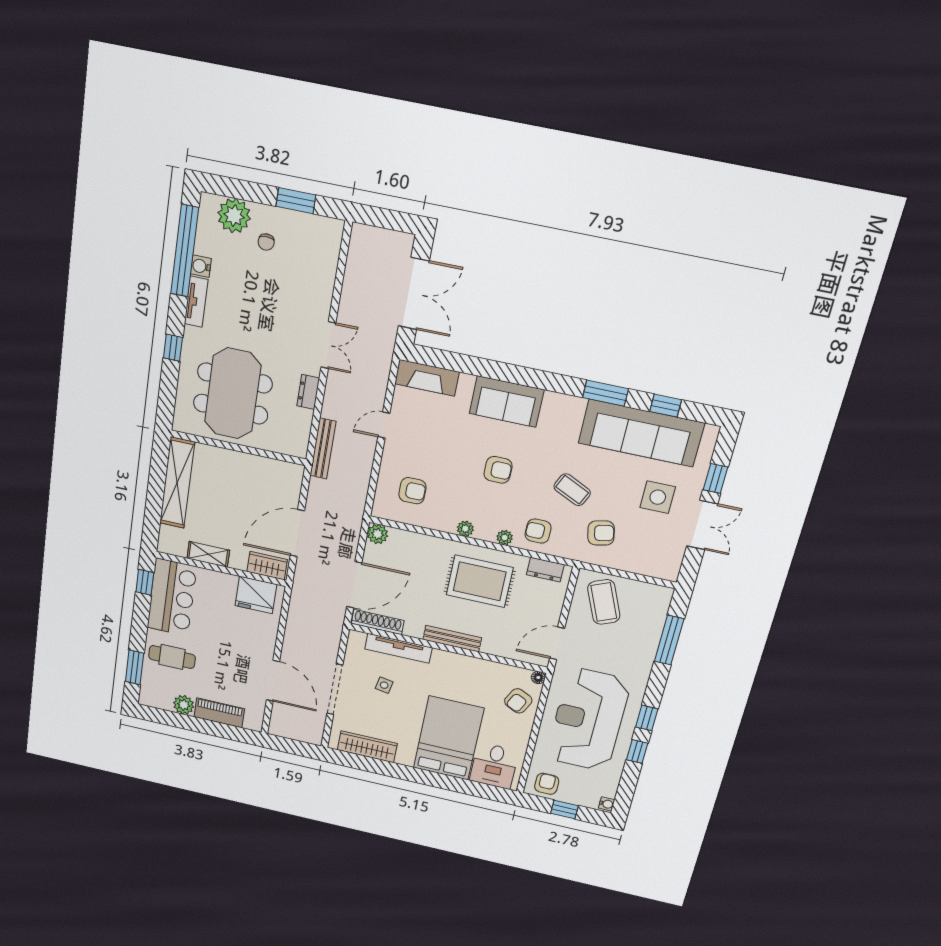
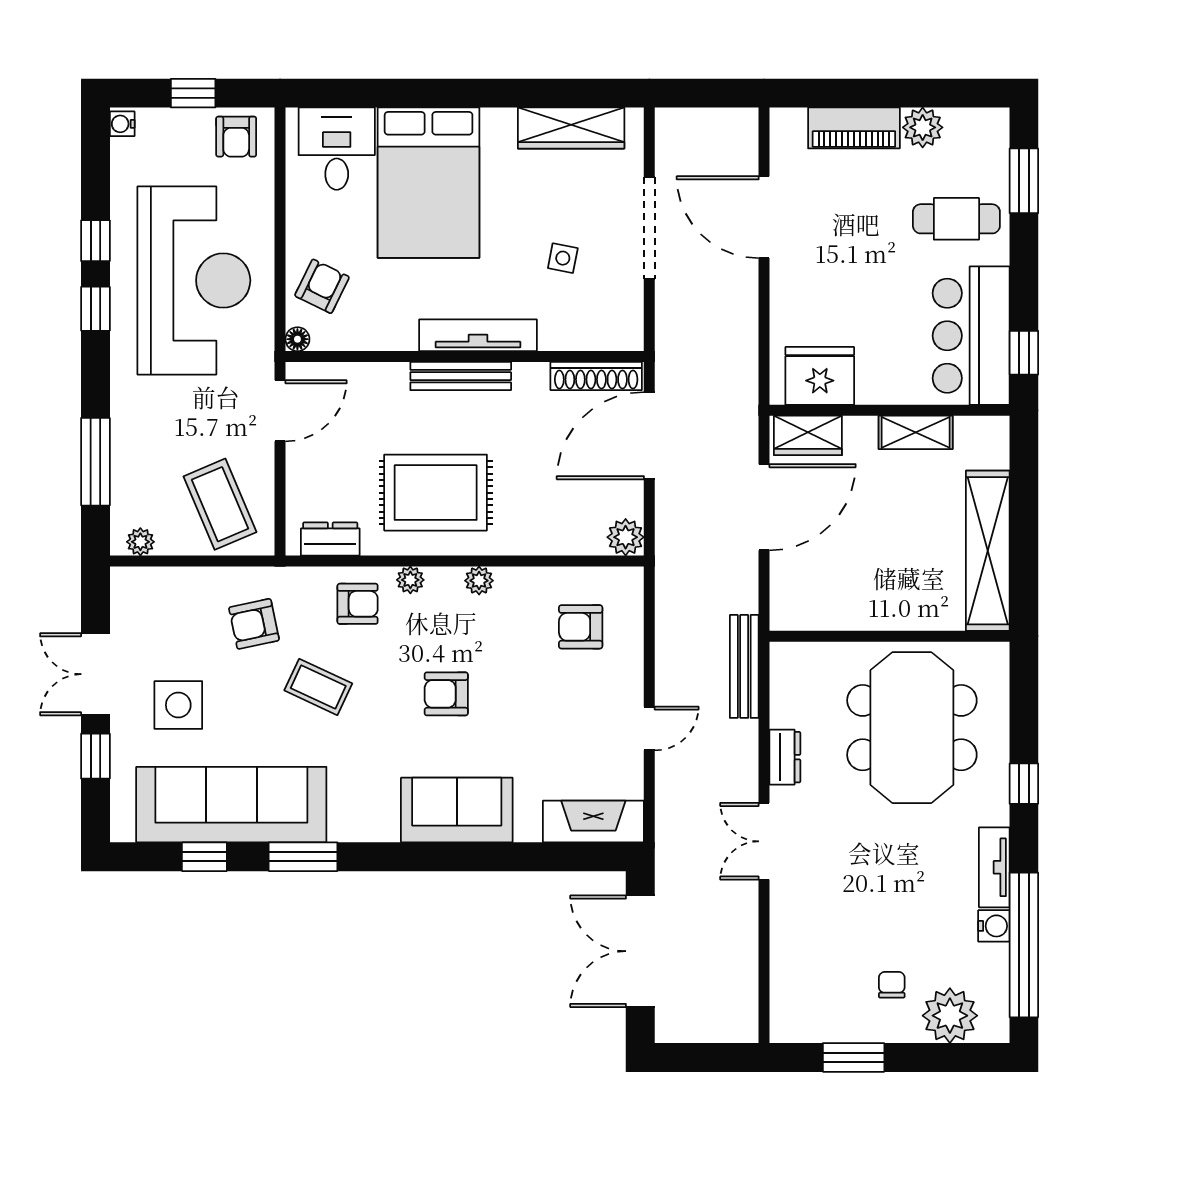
plant: (655, 592) -> (140, 542), added
tv unit: (398, 648) -> (478, 335), moved

